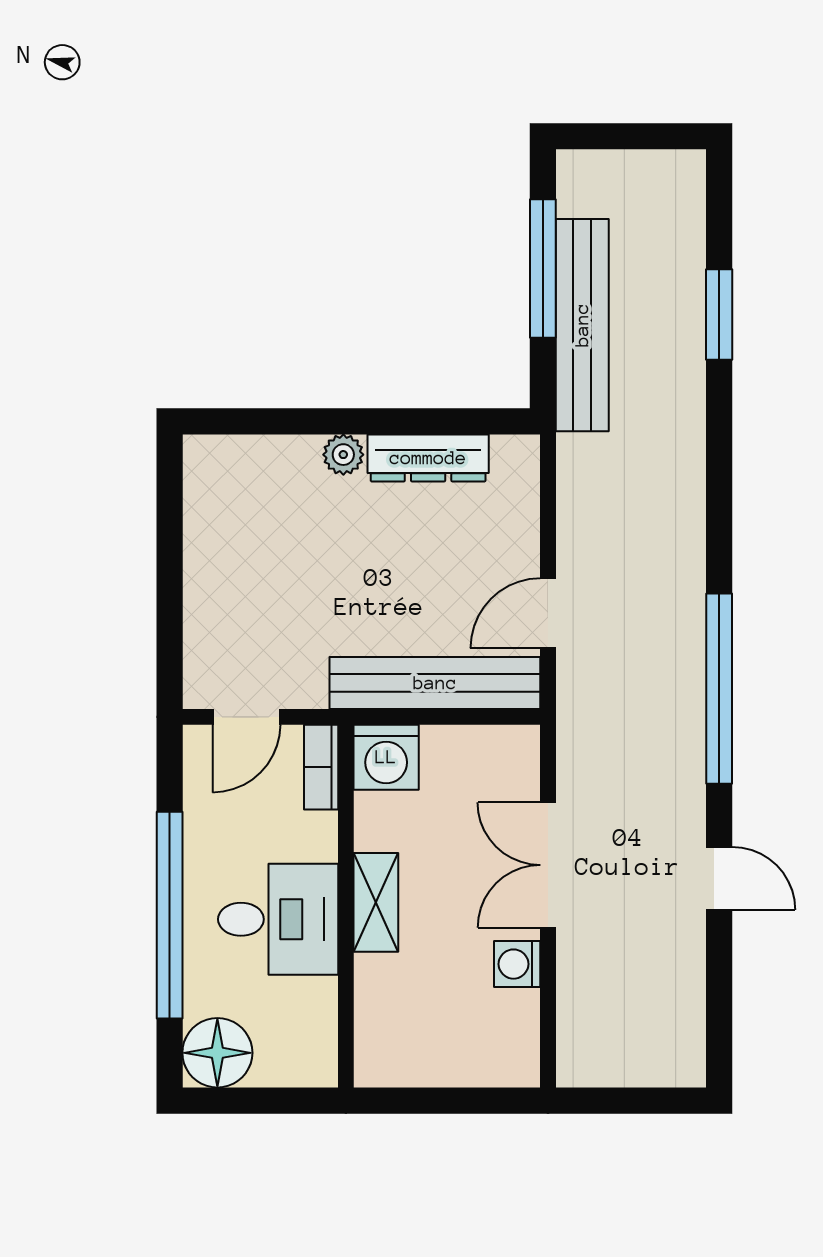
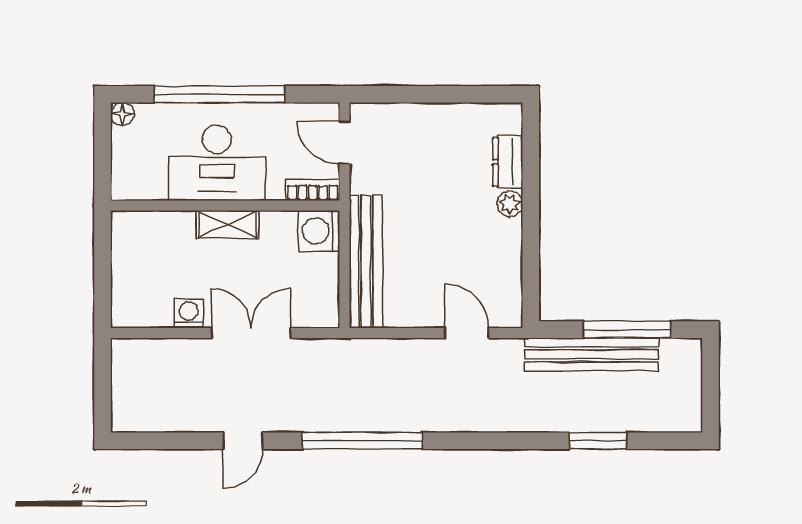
dresser: (428, 458) -> (508, 162), moved, width x0.70
door: (548, 613) -> (467, 333), moved
desk: (278, 919) -> (217, 163), width x1.37
floor lamp: (217, 1053) -> (122, 114), width x0.53, depth x0.53

